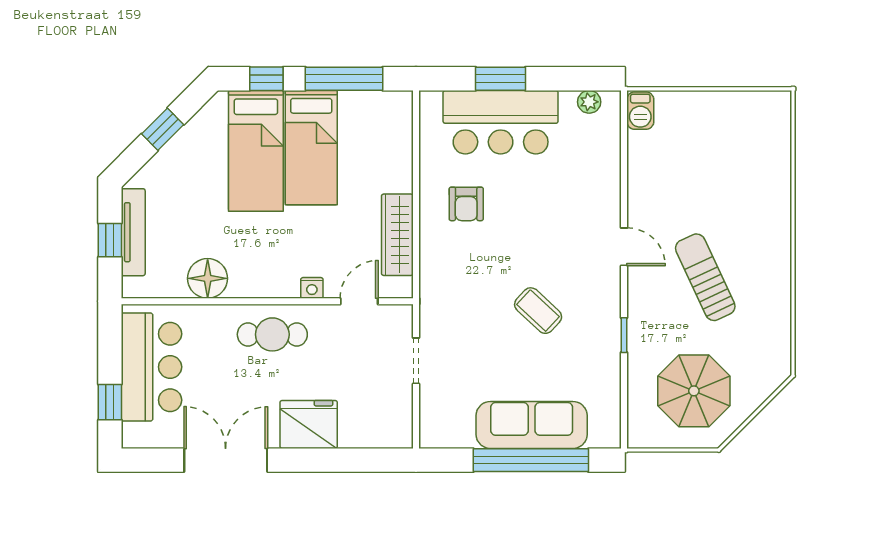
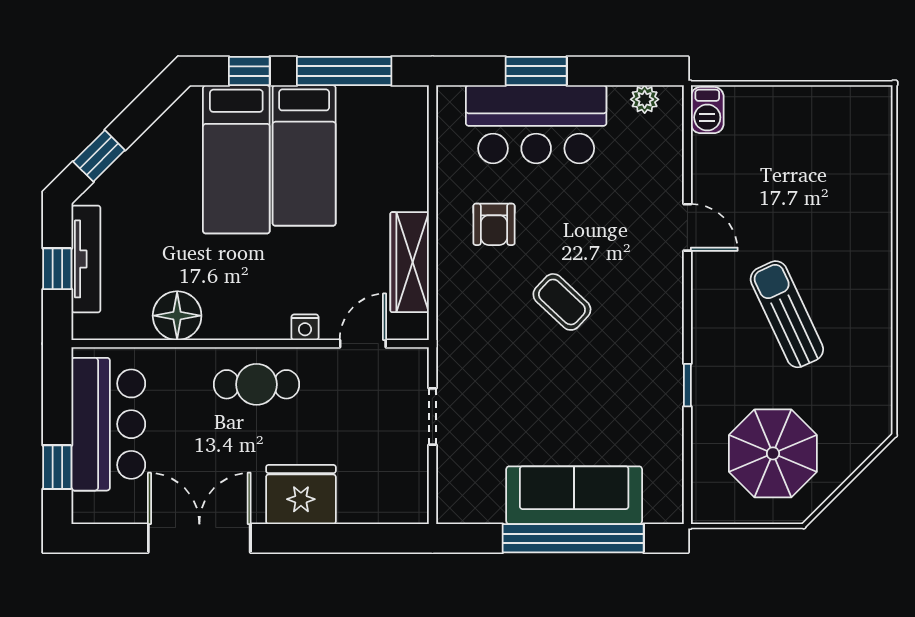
window: (163, 129) -> (99, 156), moved
door: (624, 247) -> (687, 227), moved
coffee table: (538, 311) -> (562, 302), moved

